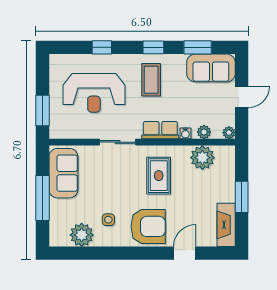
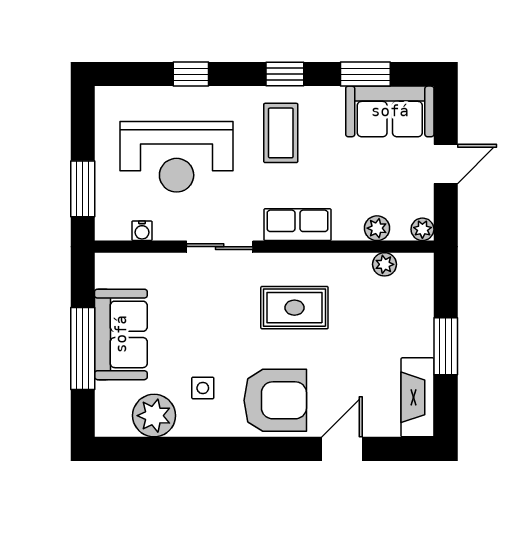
water cooler: (185, 133) -> (142, 231), moved
plant: (202, 158) -> (385, 264), width x0.53, depth x0.53
sofa: (63, 173) -> (121, 334), moved
rug: (159, 176) -> (294, 308), turned 90

